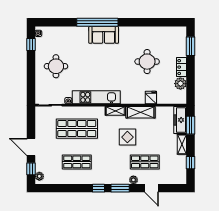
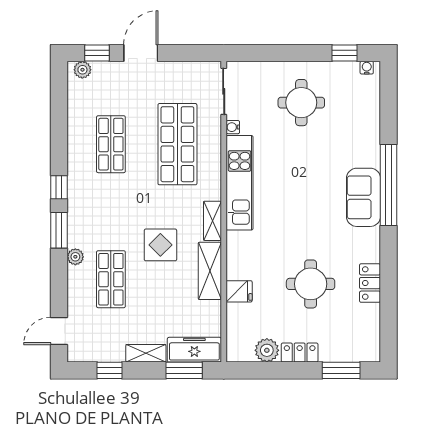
locker: (147, 32) -> (370, 283), added
door: (152, 188) -> (59, 331), moved

